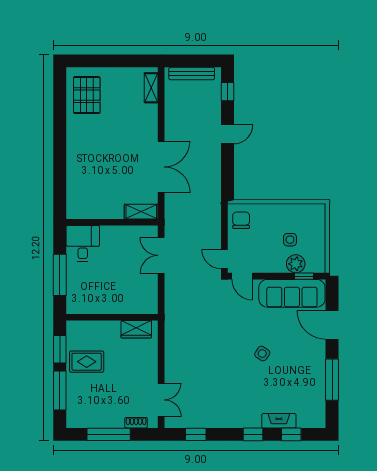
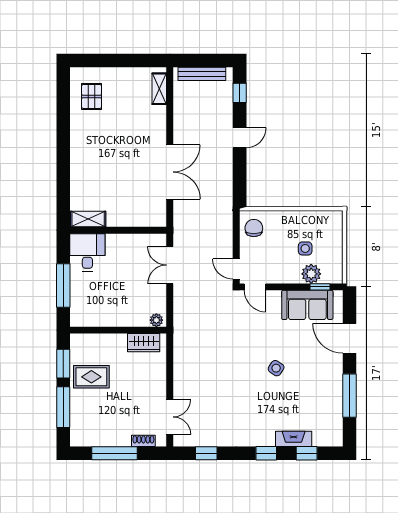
pallet: (87, 95) -> (92, 96), width x0.67, depth x0.71
shelving: (141, 212) -> (88, 219), moved
sofa: (292, 293) -> (307, 305), width x0.73
plant: (148, 308) -> (156, 320), added

